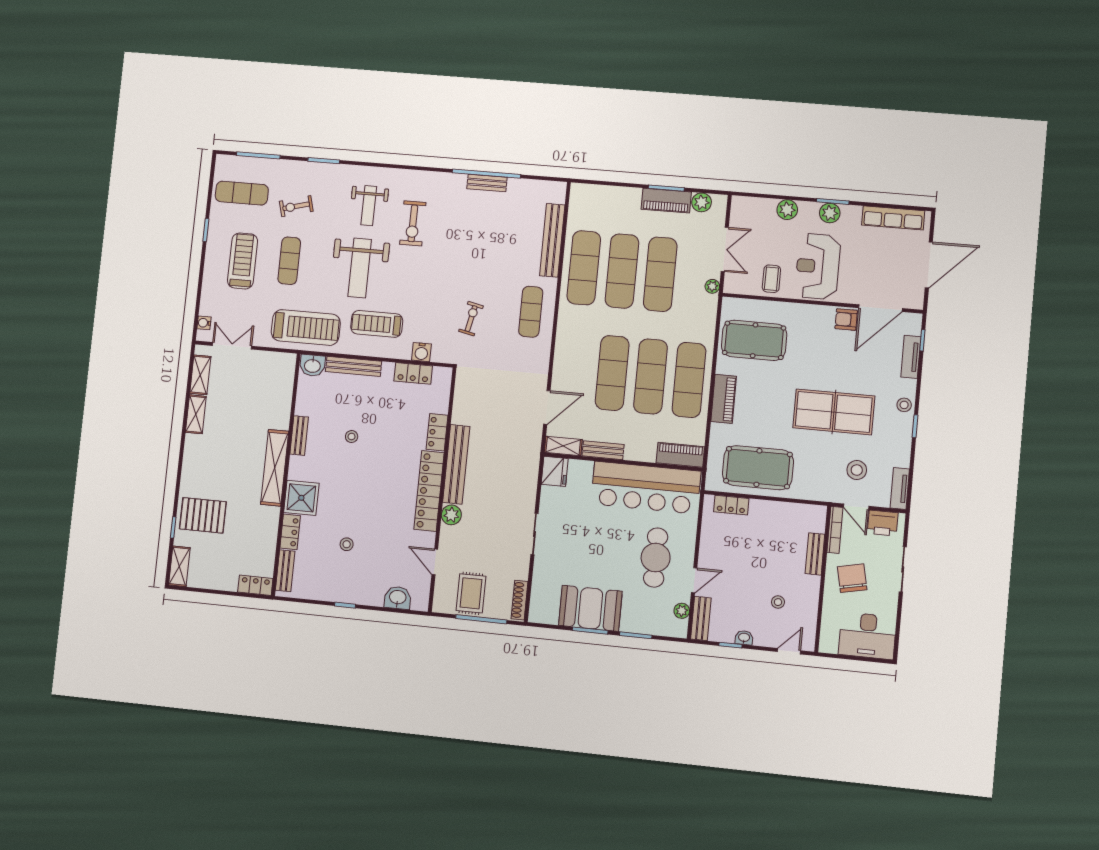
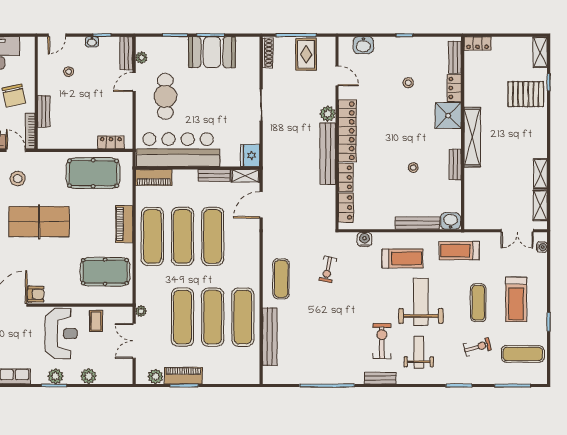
bench: (487, 183) -> (380, 378), moved
treadmill: (306, 327) -> (459, 251), width x0.73, depth x0.73
locker: (413, 373) -> (346, 207), moved, turned 90

